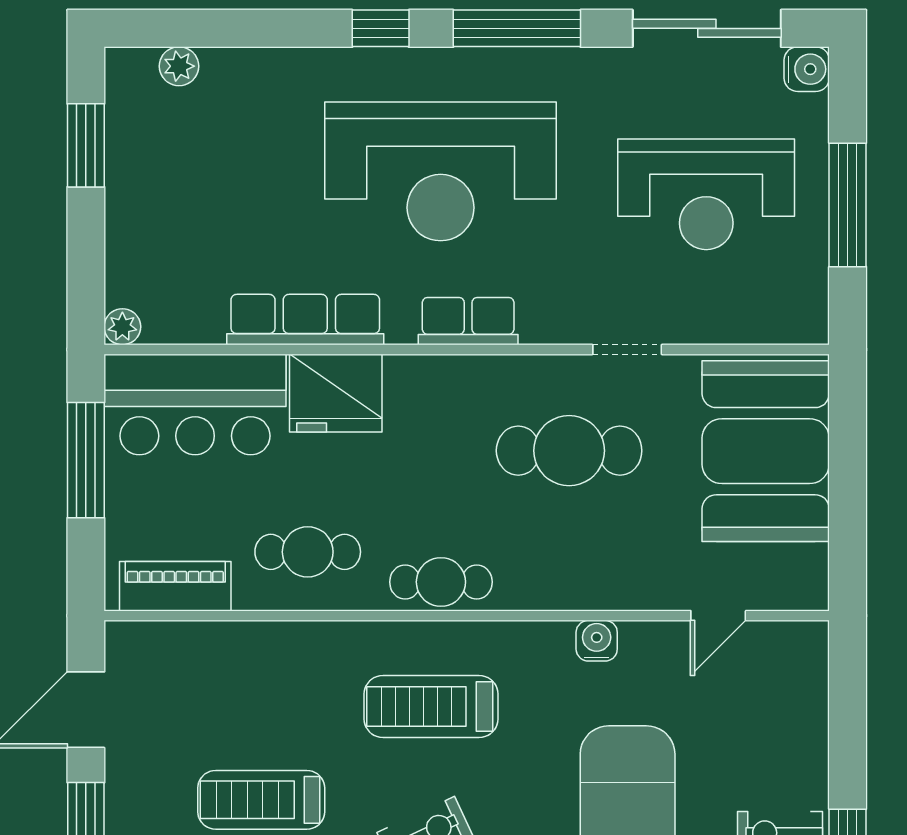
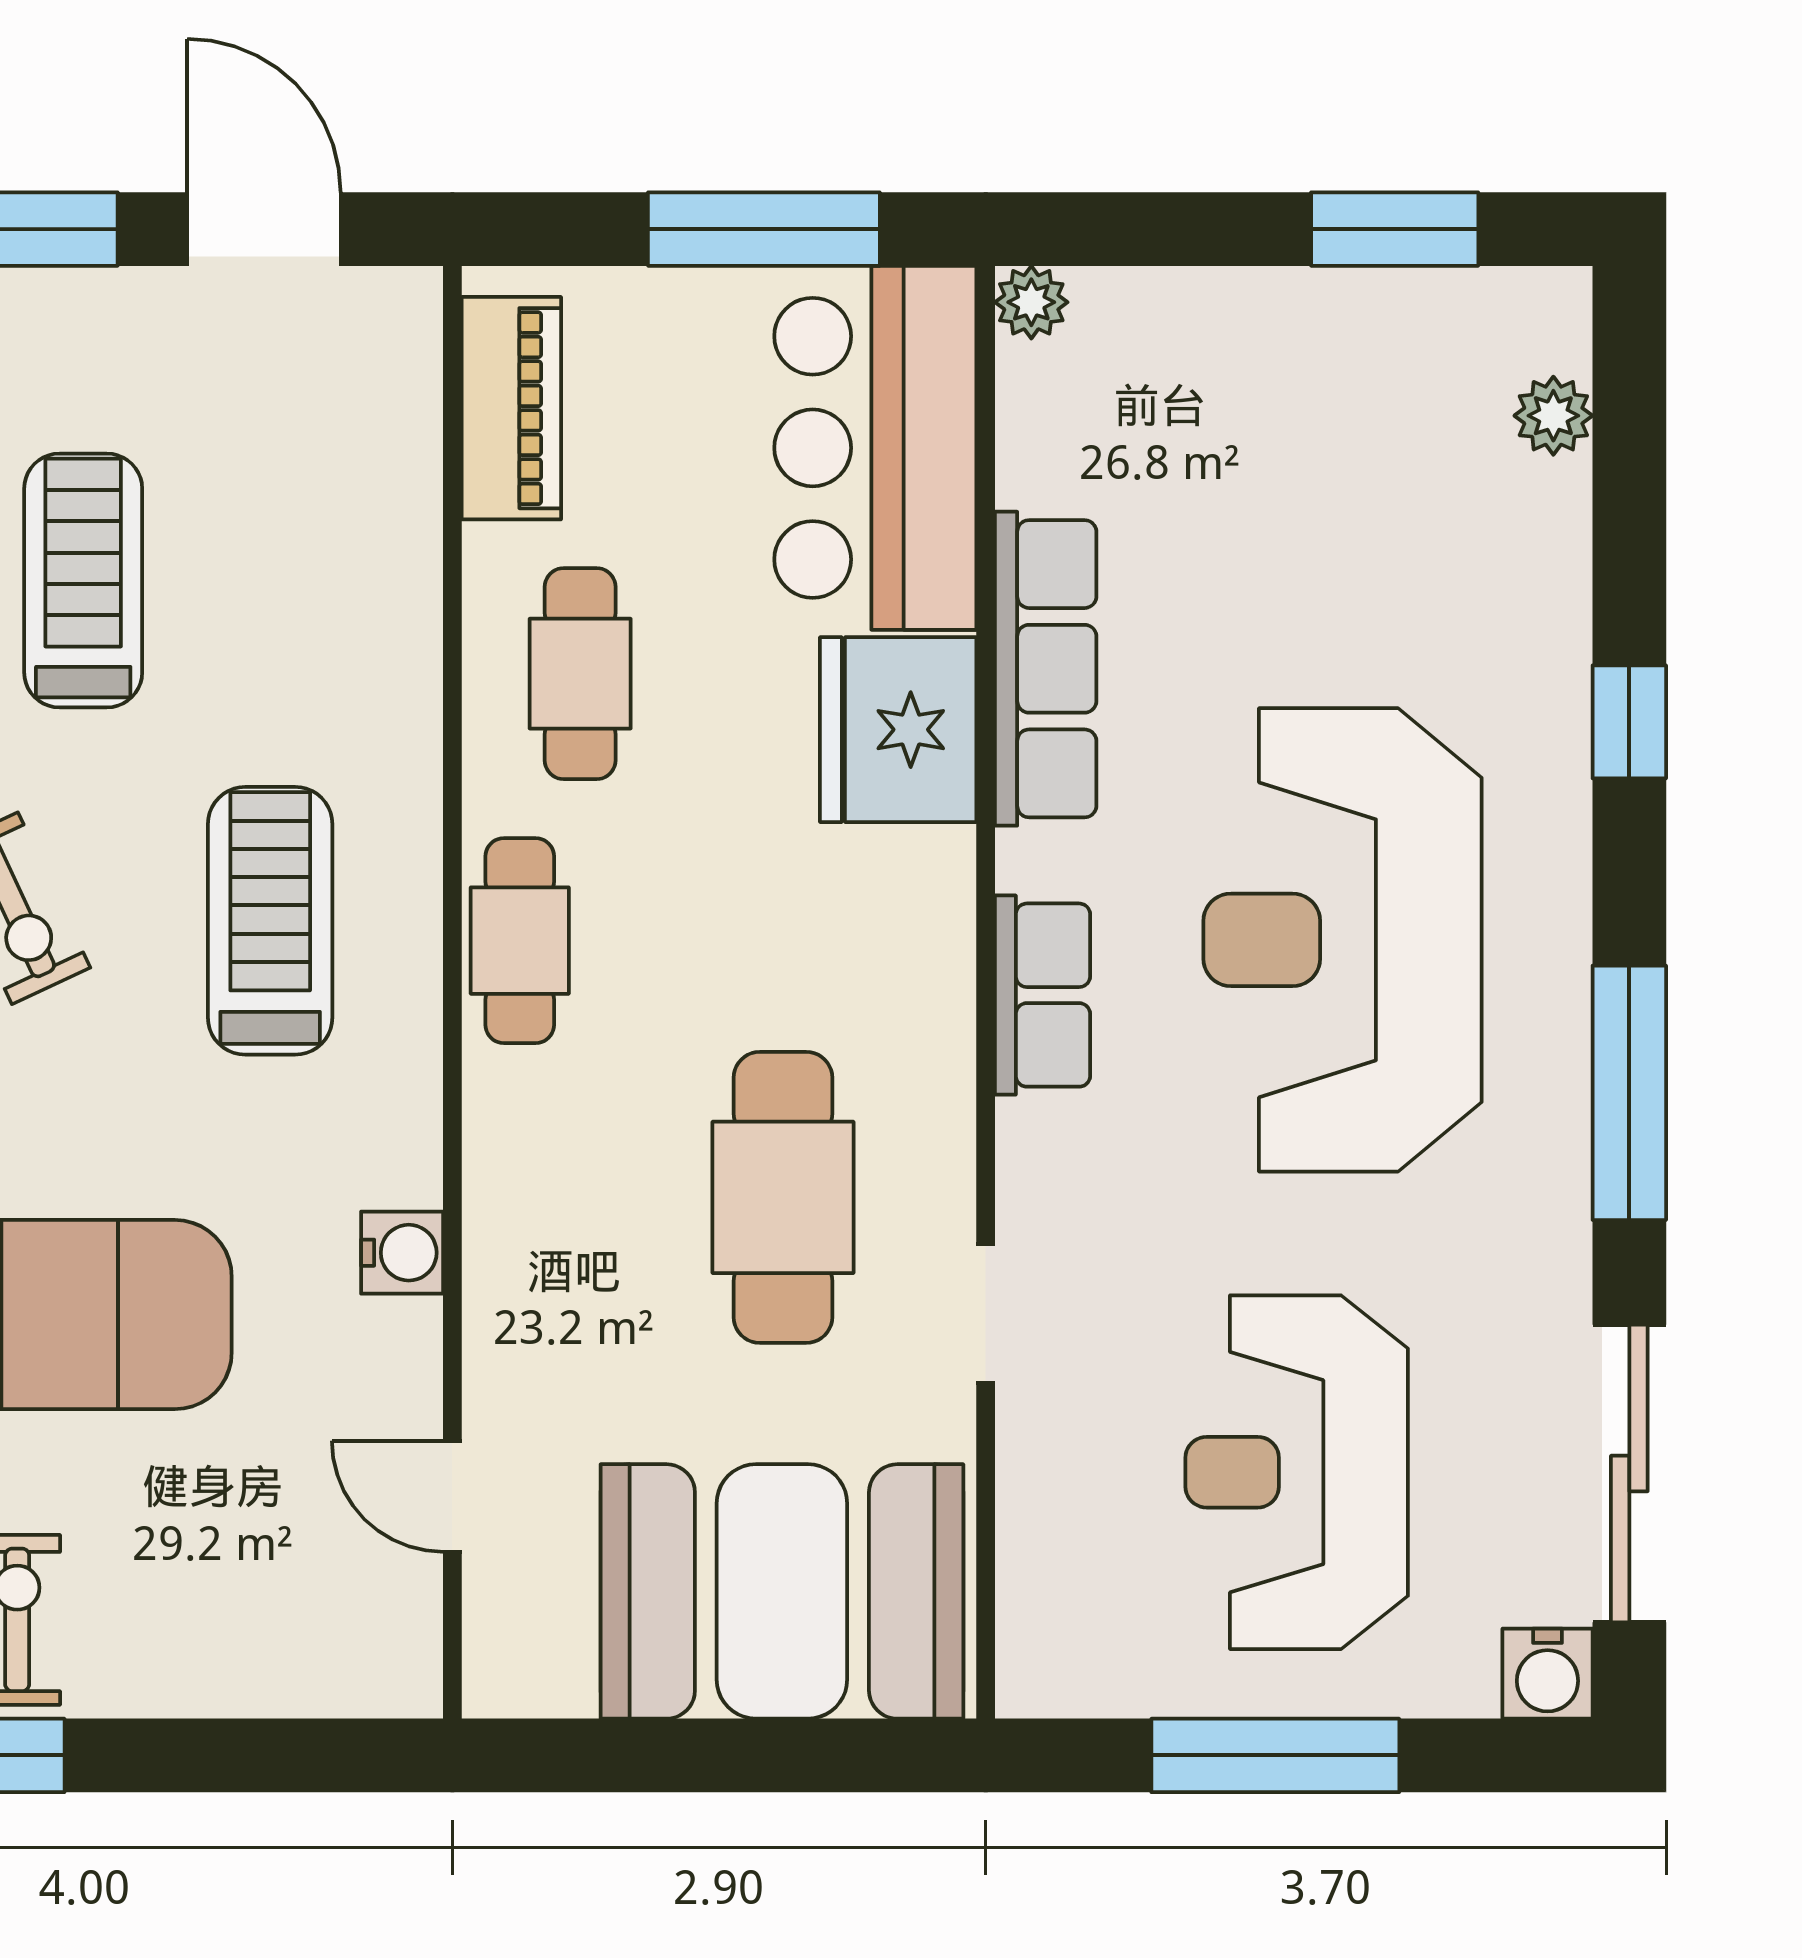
window: (381, 28) -> (1629, 722), moved

